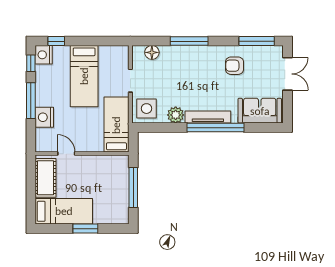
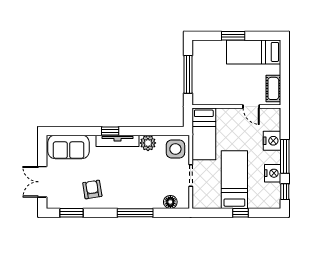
window: (56, 41) -> (241, 213), moved
window: (257, 41) -> (72, 213), width x0.69
nightstand: (44, 55) -> (273, 173), moved
armchair: (235, 66) -> (92, 189), turned -99
window: (216, 128) -> (110, 131), width x0.32
cot: (46, 178) -> (273, 88), width x0.73, depth x0.75

